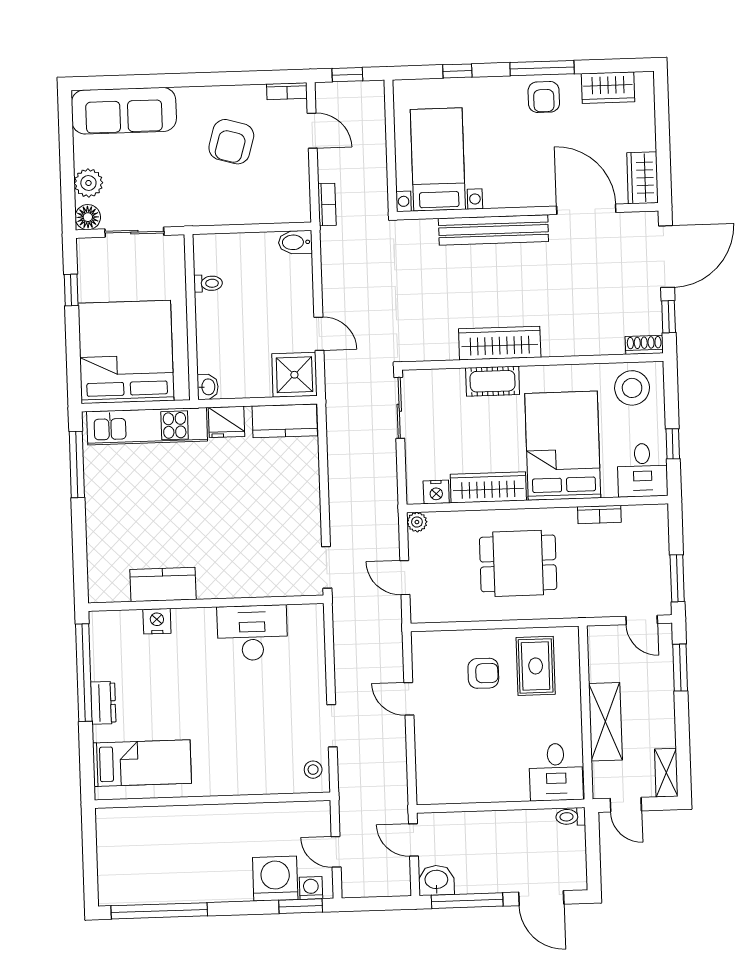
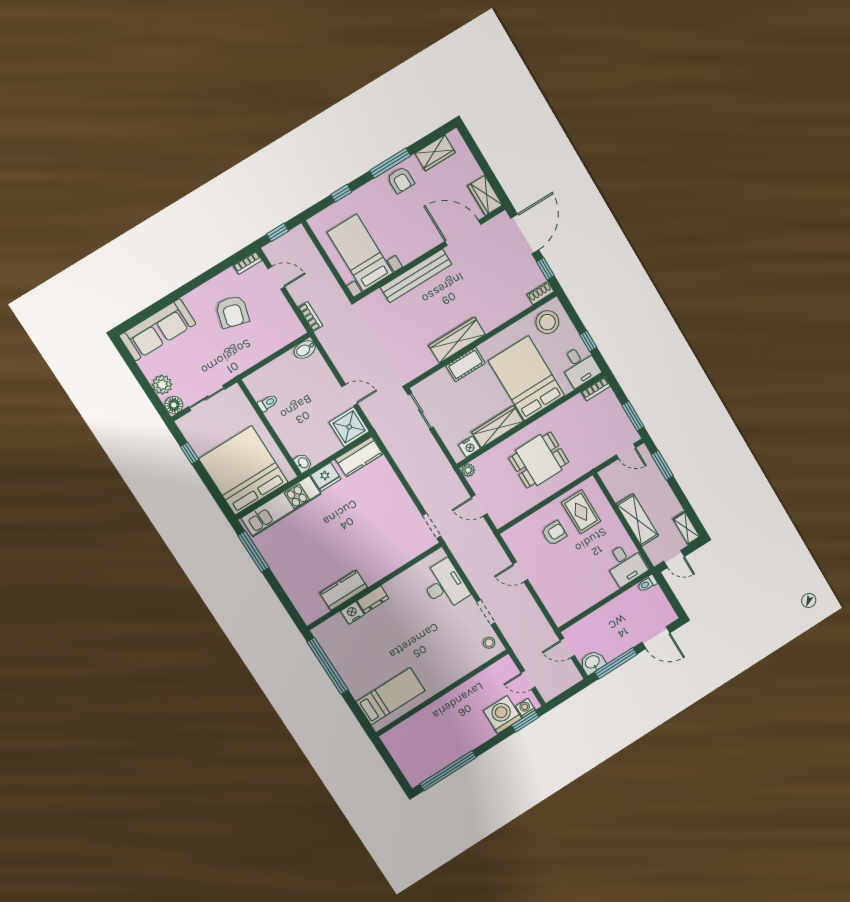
bookcase: (599, 515) -> (596, 389), moved
desk: (252, 633) -> (445, 585), moved, turned 90
dresser: (103, 703) -> (373, 599), moved, turned 90

